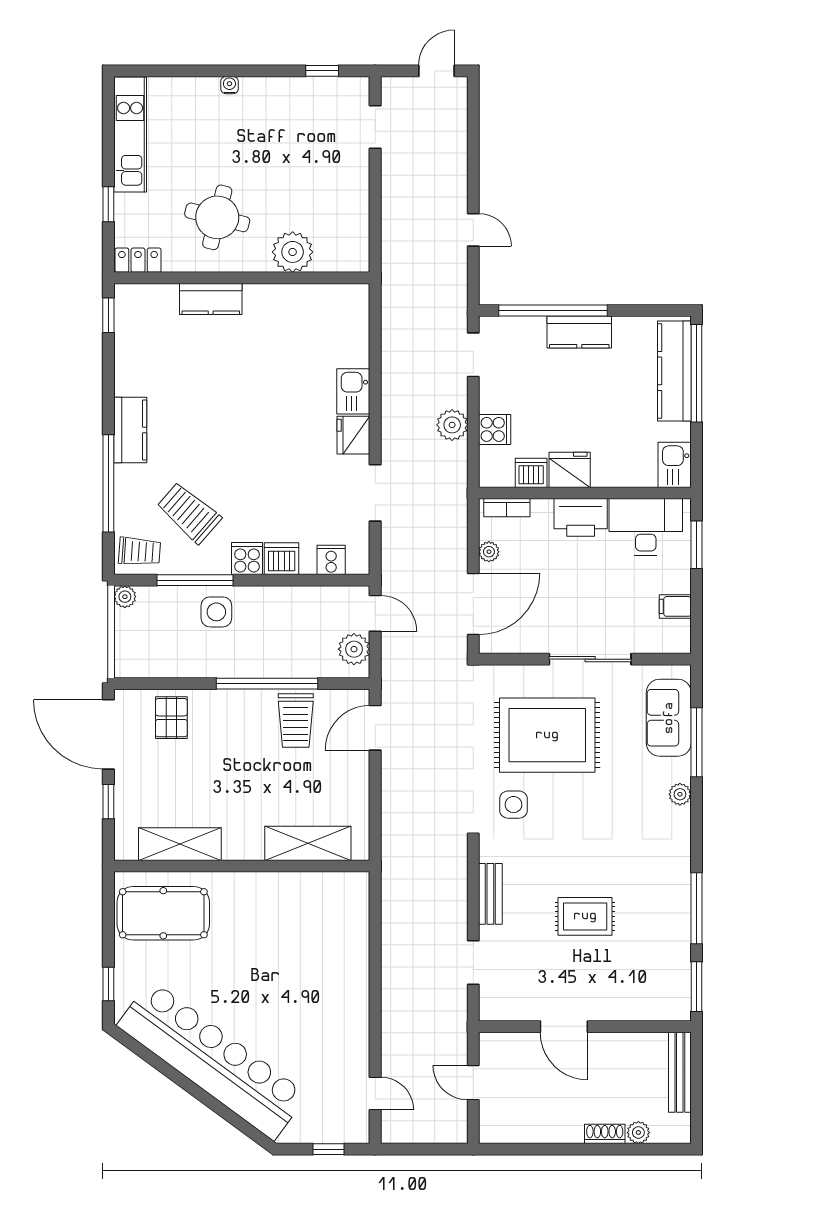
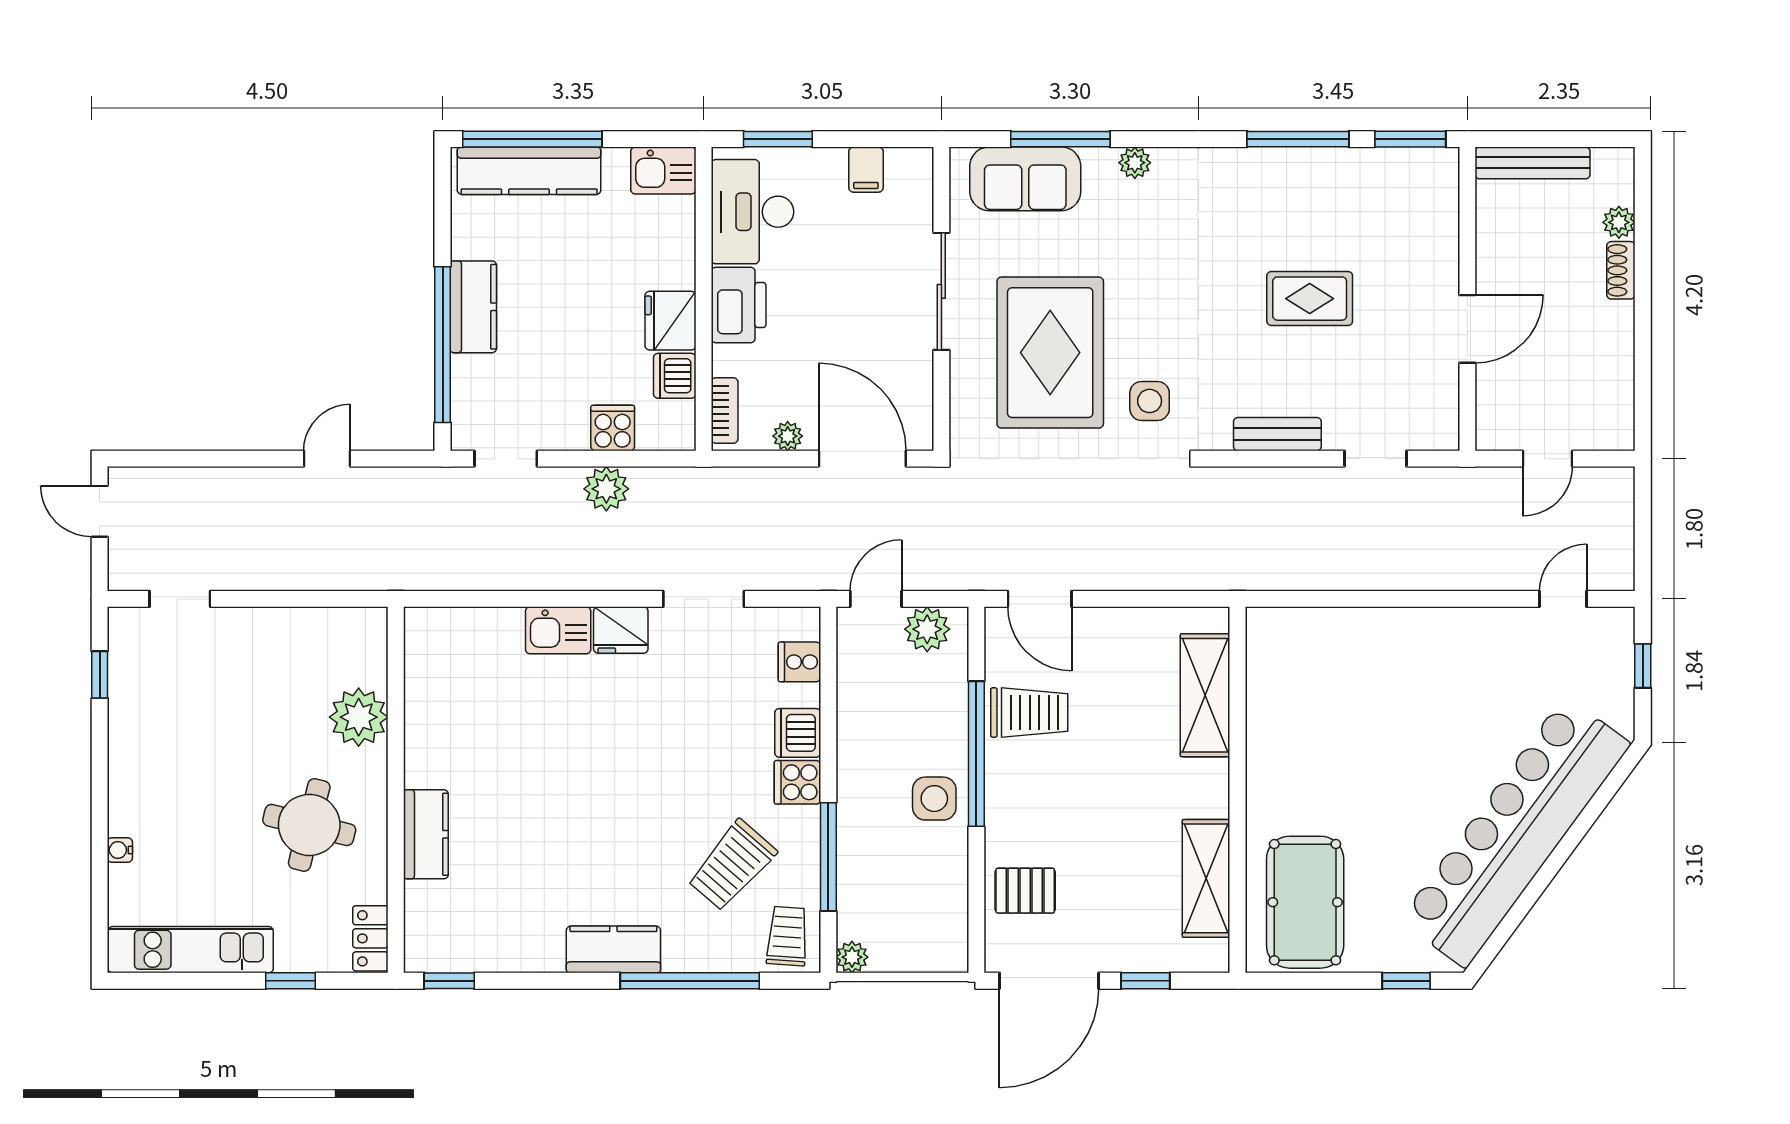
water cooler: (229, 85) -> (120, 850), moved
side table: (216, 612) -> (934, 799), moved
rug: (585, 916) -> (1310, 299), turned 90

